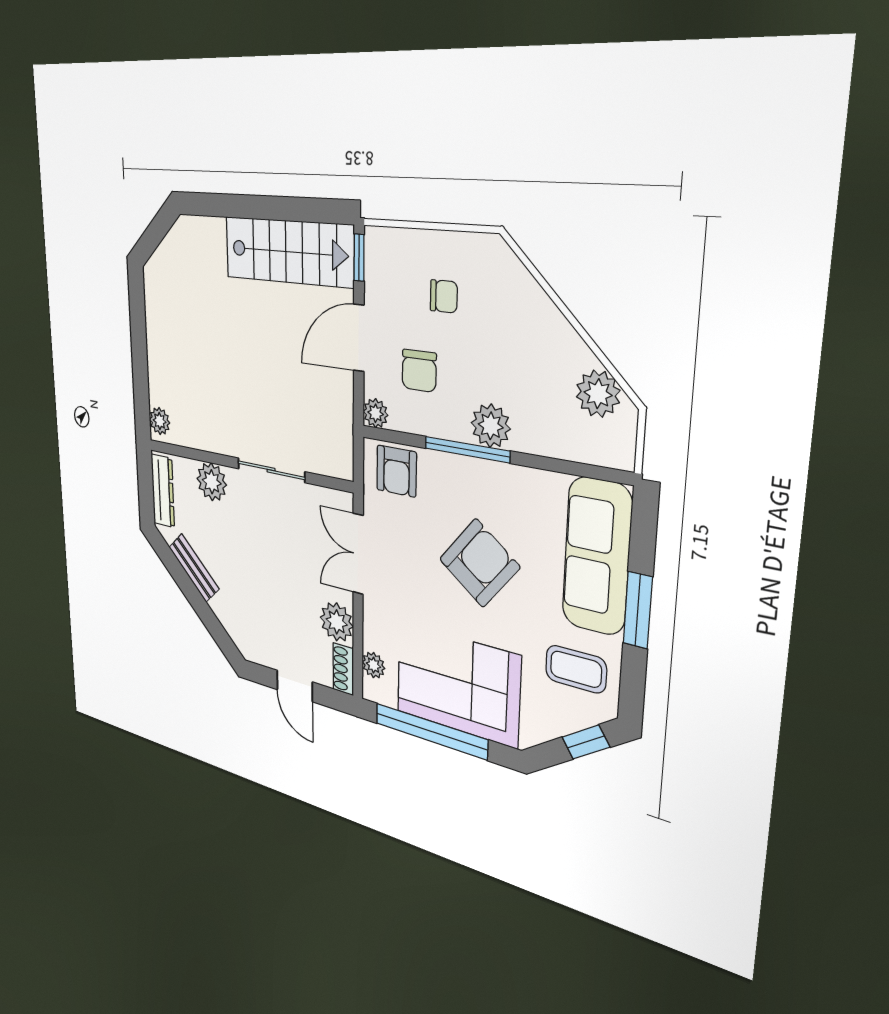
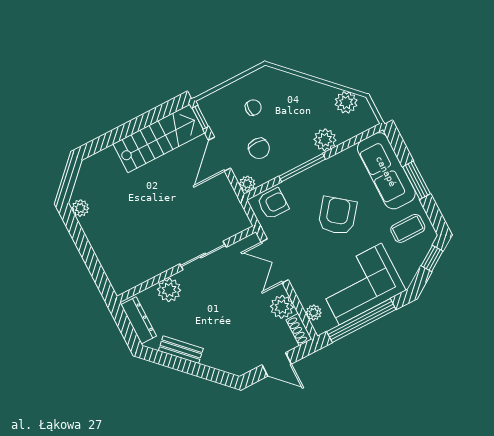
plant: (160, 421) -> (80, 208), moved
plant: (491, 426) -> (325, 140), moved
armchair: (396, 471) -> (273, 204), turned -90

